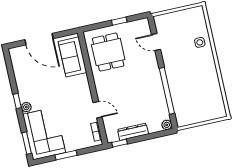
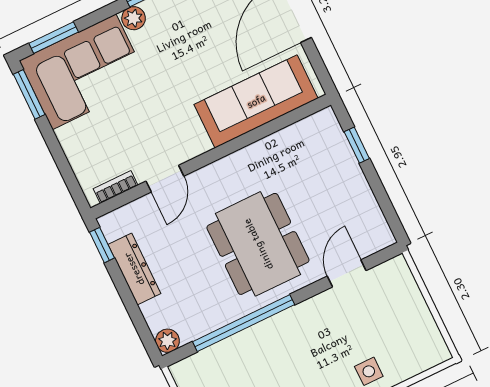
window: (119, 21) -> (357, 145), moved
dining table: (108, 52) -> (258, 244), moved, width x1.38
sofa: (72, 57) -> (256, 101), width x1.36
window: (66, 155) -> (29, 94), moved

